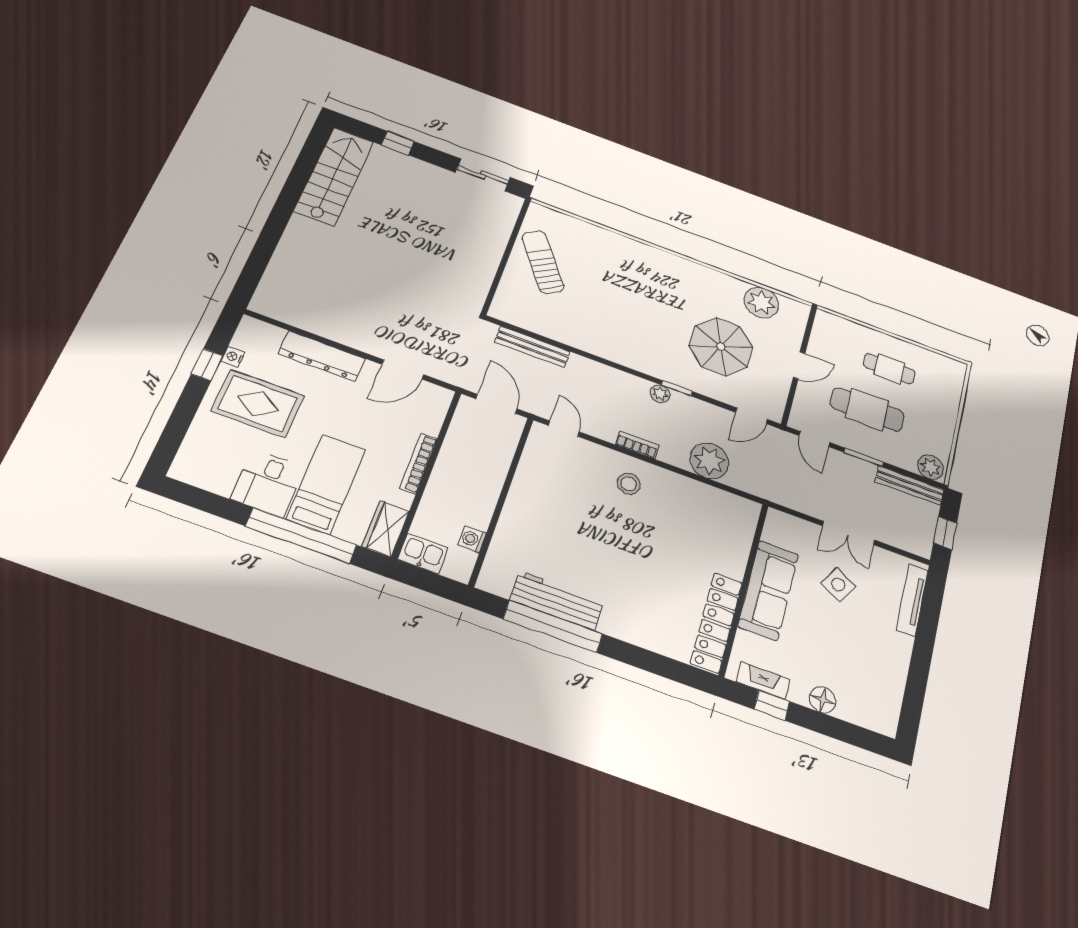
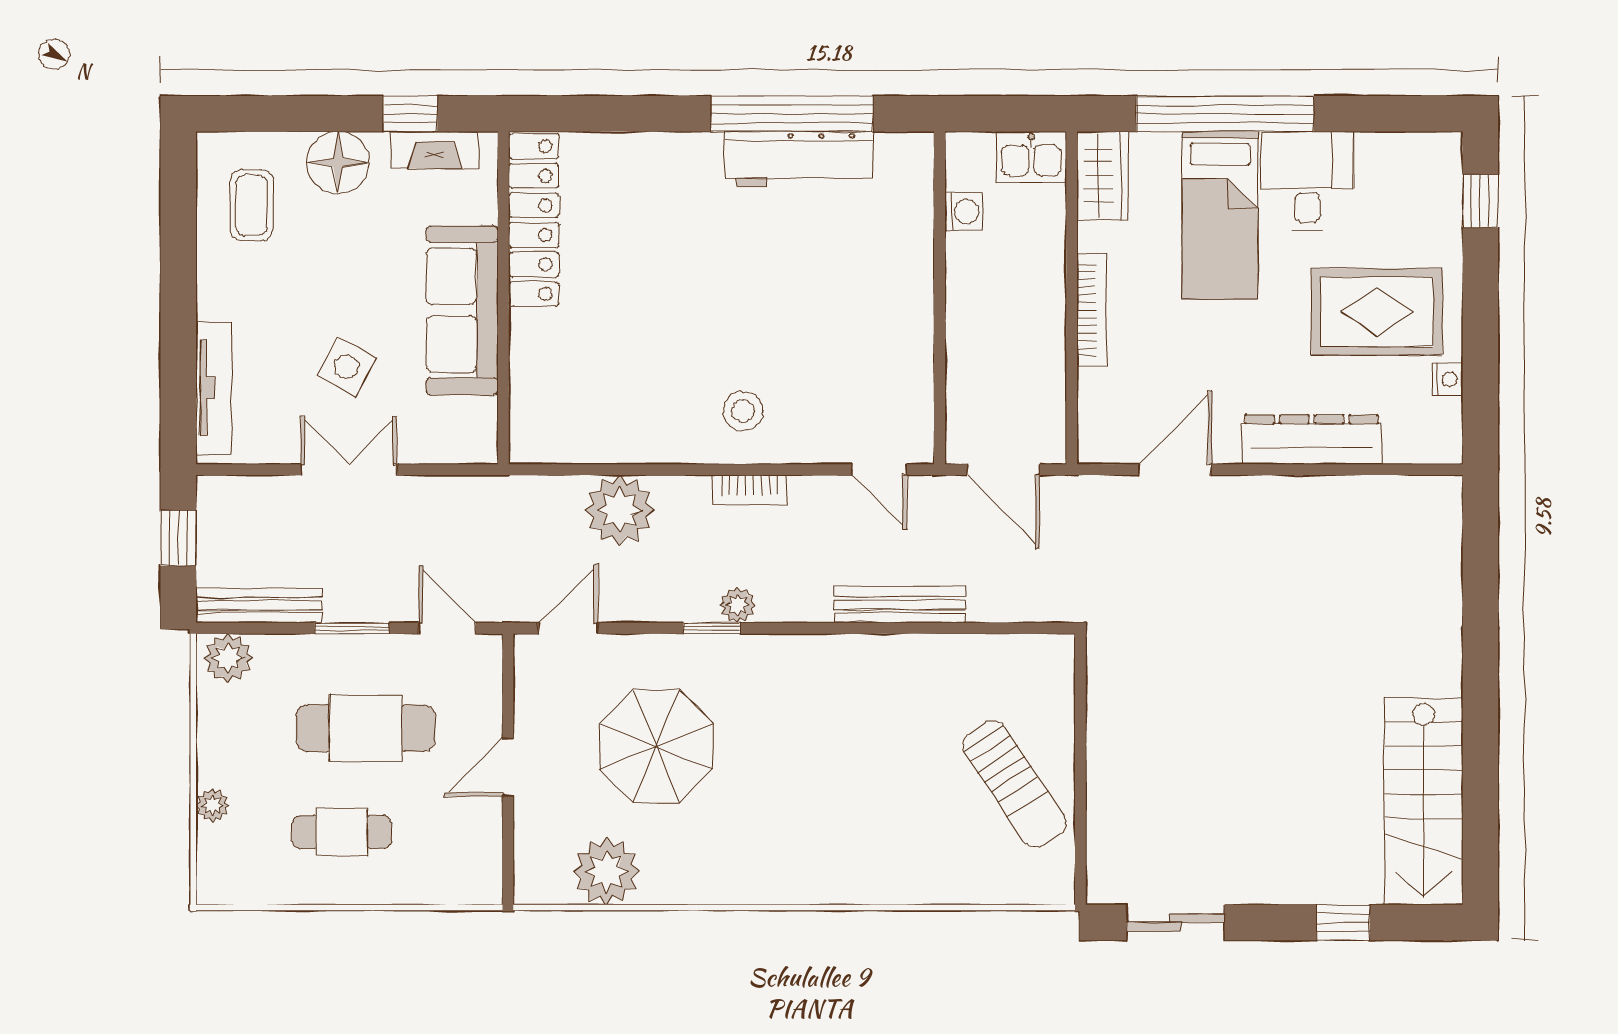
bench: (532, 347) -> (900, 605), moved
window: (207, 365) -> (1480, 201), moved
plant: (951, 404) -> (212, 805), added
coffee table: (872, 688) -> (252, 205), added
floor lamp: (823, 700) -> (338, 162), width x1.38, depth x1.38

